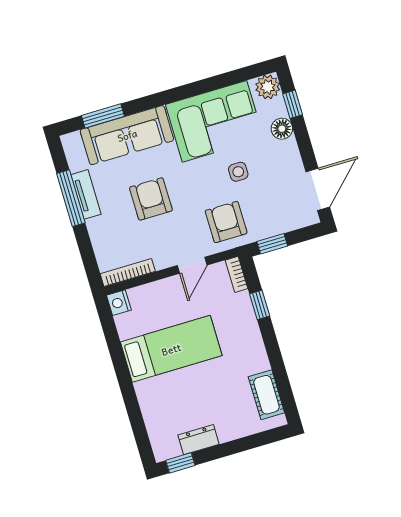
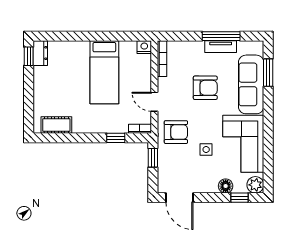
dresser: (199, 440) -> (40, 53), moved

